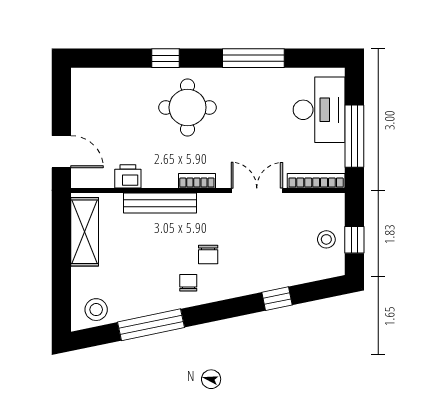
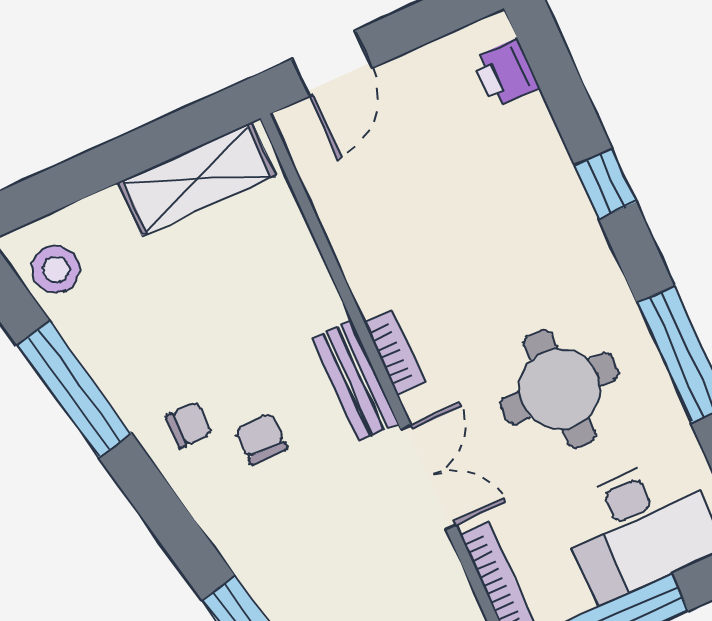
round table: (188, 107) -> (560, 389), moved
printer: (128, 176) -> (506, 73), moved, turned 180
bench: (160, 203) -> (355, 381), moved, width x0.73
chair: (208, 254) -> (261, 439), turned 90

